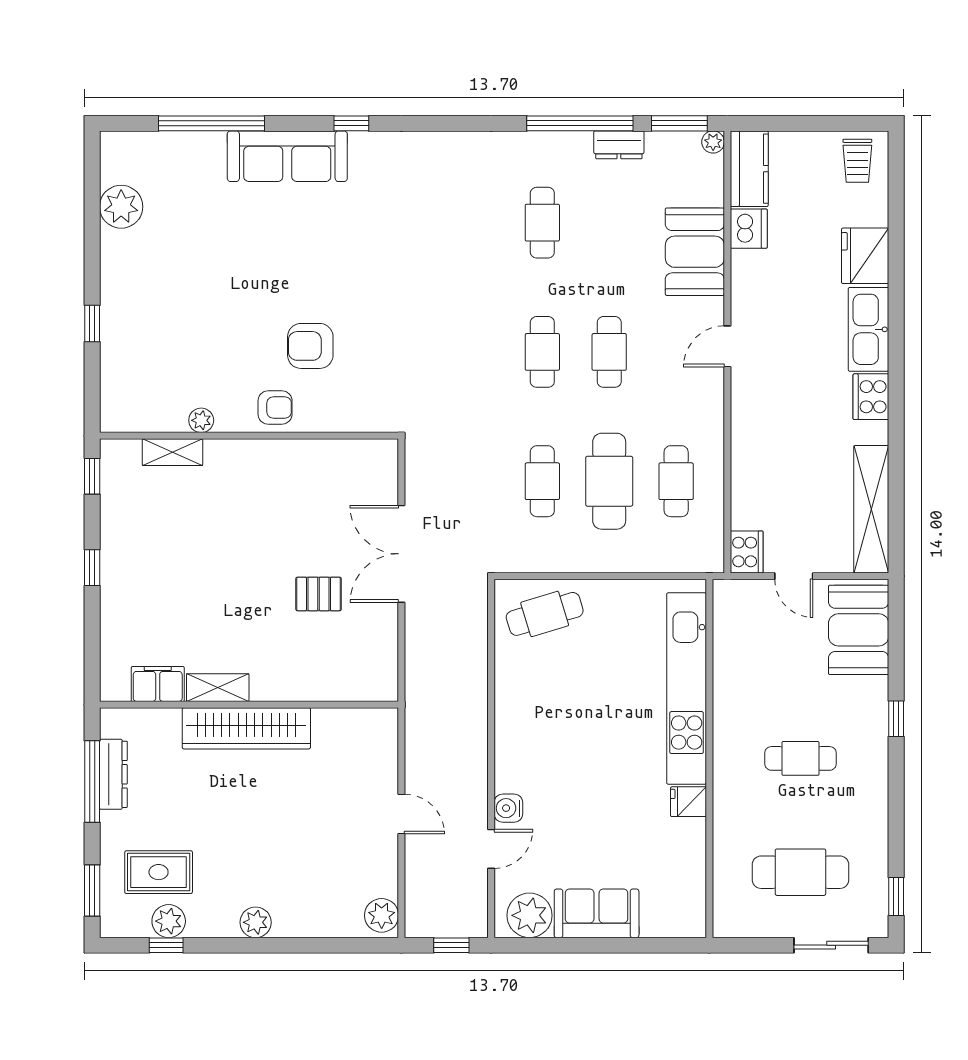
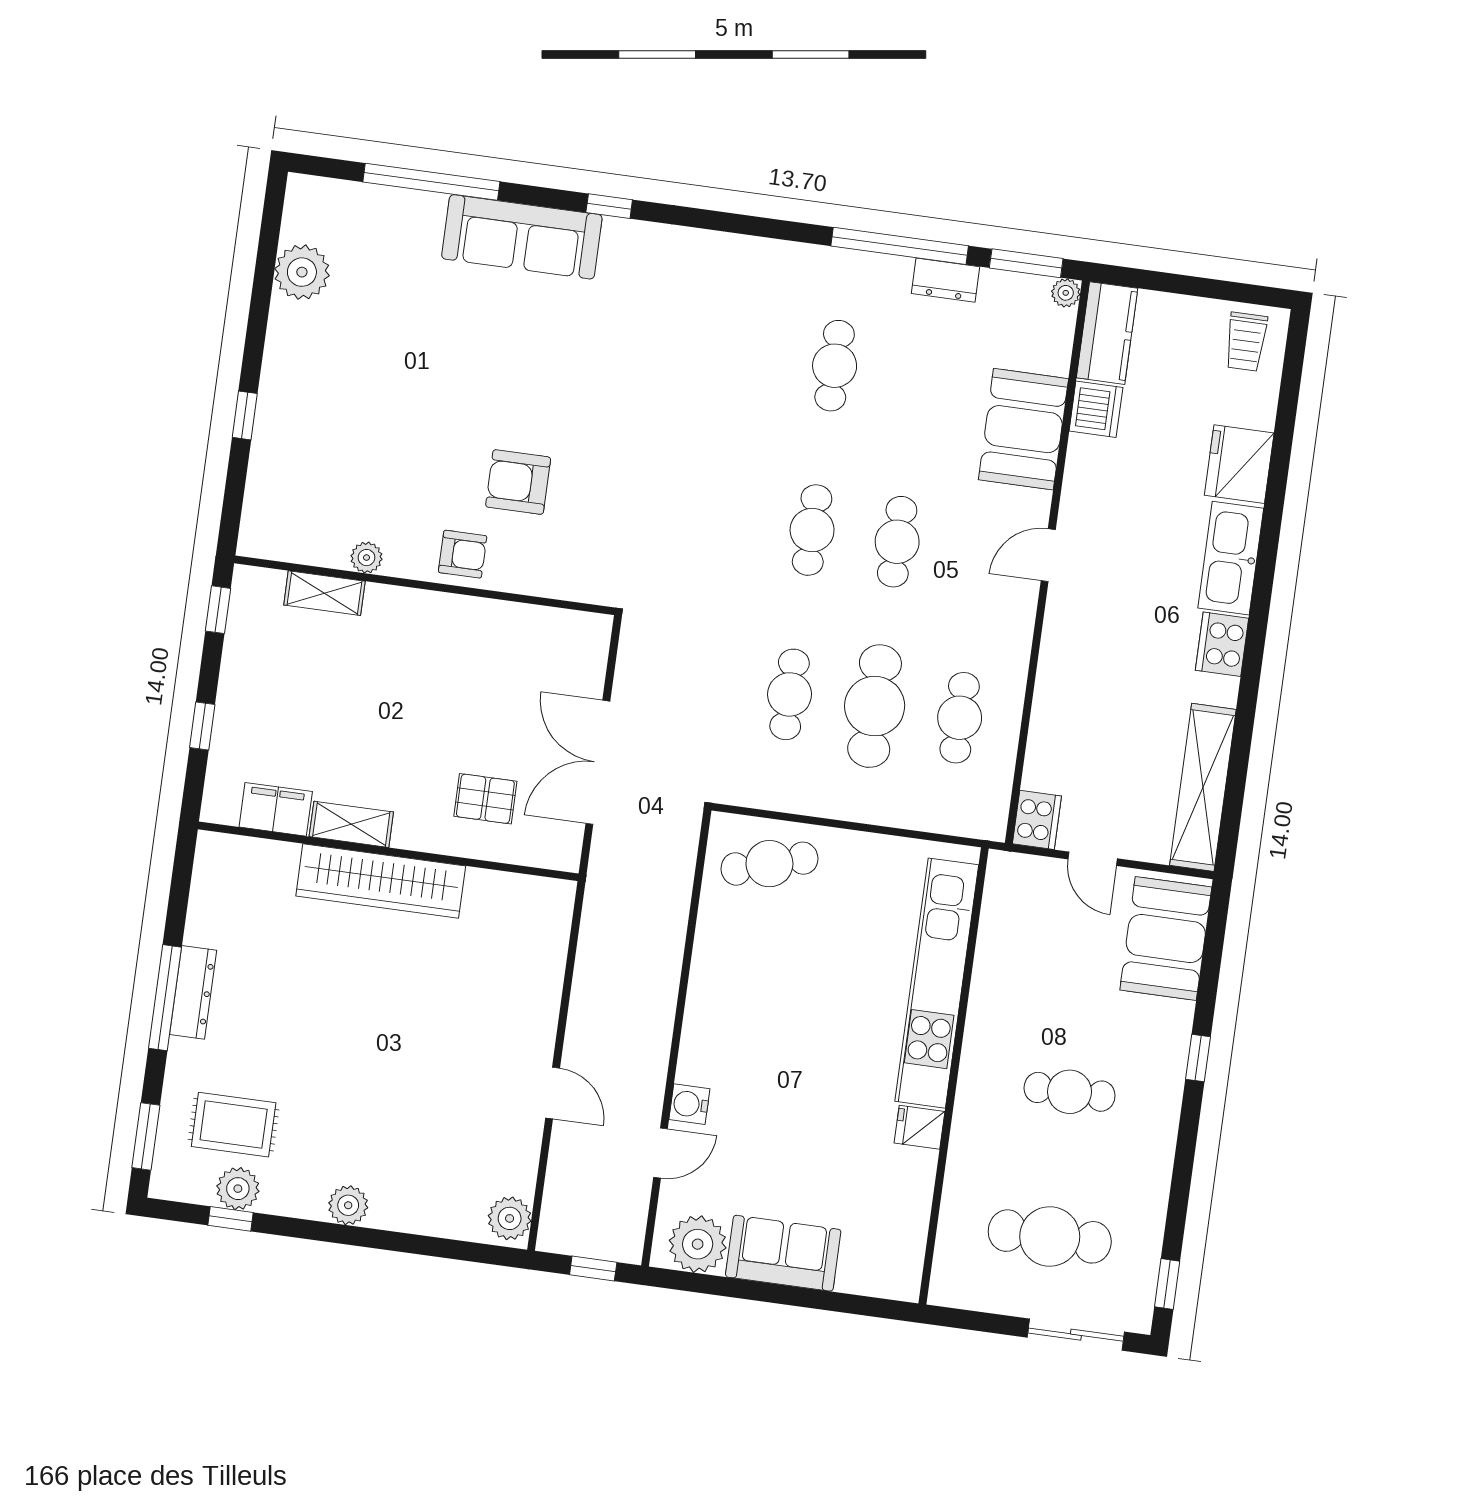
filing cabinet: (158, 684) -> (276, 809), moved
shelving: (218, 688) -> (351, 824), moved
wall: (249, 705) -> (388, 851), moved
wardrobe: (246, 728) -> (381, 881), moved

